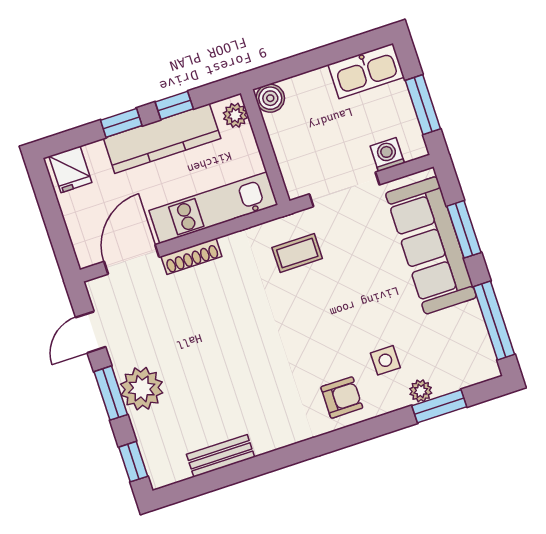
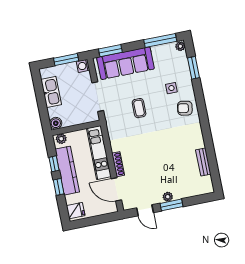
kitchen sink: (366, 71) -> (51, 92), moved
washing machine: (387, 155) -> (83, 66), moved
window: (464, 229) -> (110, 51), moved
coffee table: (297, 253) -> (139, 108), moved
plant: (142, 389) -> (168, 197), width x0.53, depth x0.53
plant: (421, 391) -> (180, 46), moved
armchair: (342, 397) -> (185, 108), turned -80
window: (133, 462) -> (201, 199), removed

